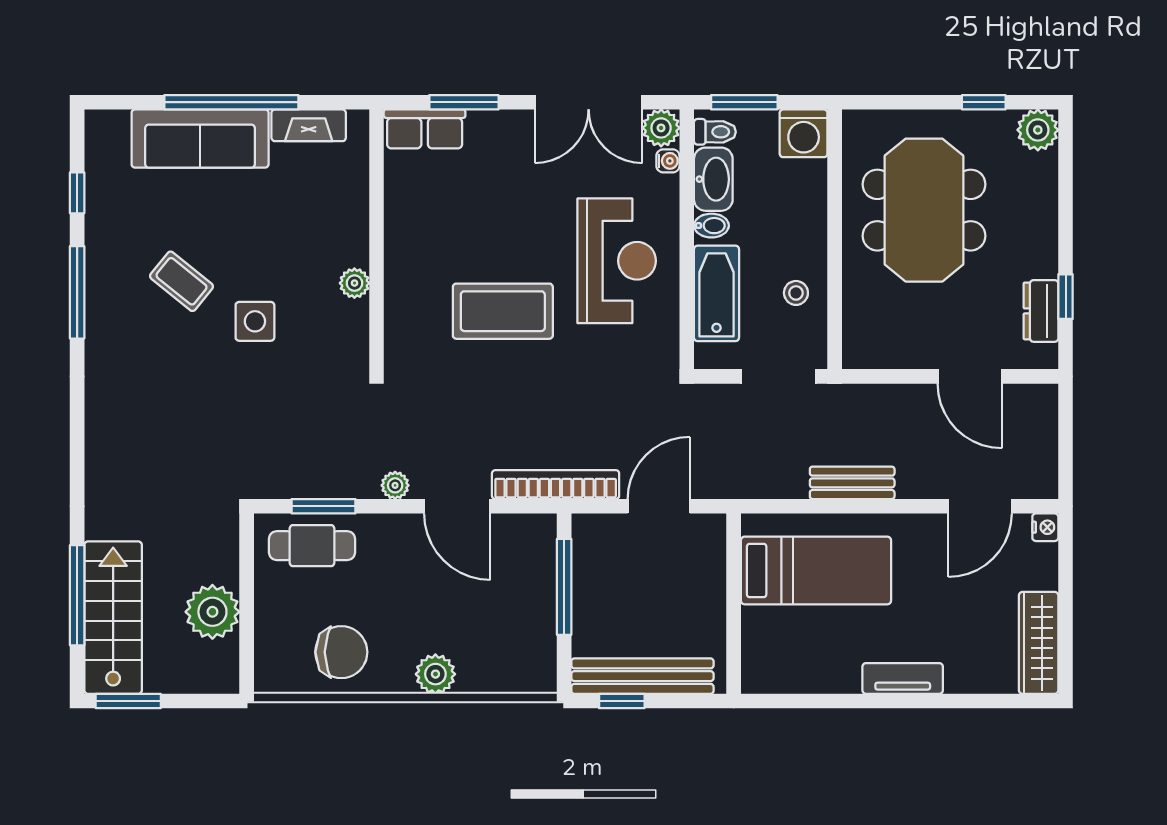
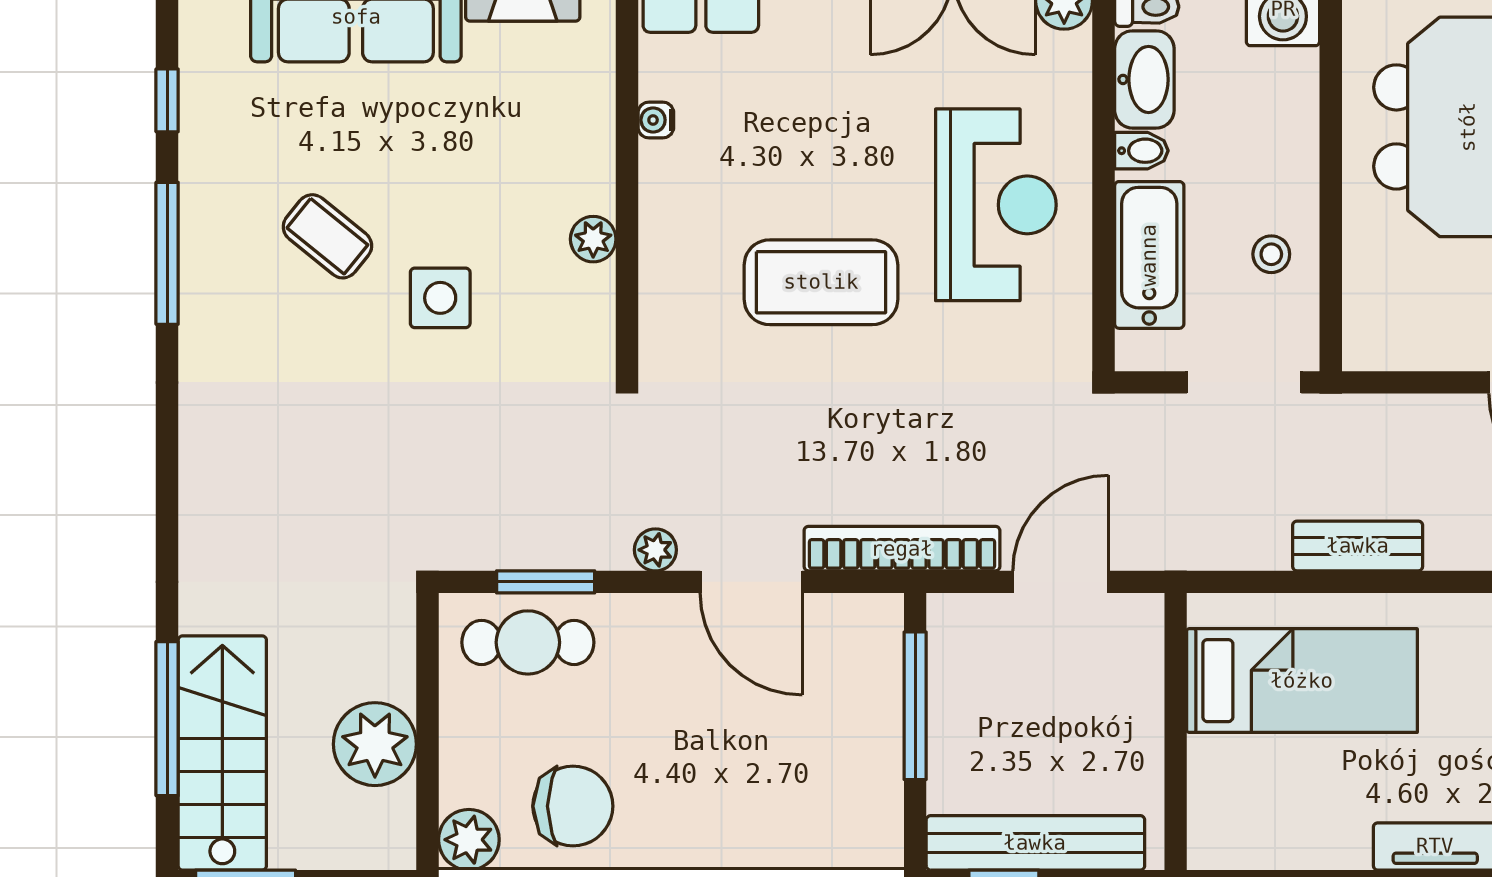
water cooler: (668, 161) -> (656, 120), moved, turned 180
plant: (435, 674) -> (469, 840), moved

